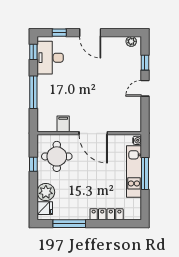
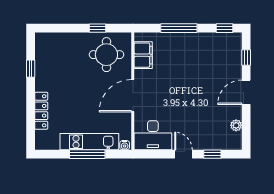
plant: (131, 41) -> (236, 125), moved
desk: (50, 58) -> (153, 135), moved, turned 180
filing cabinet: (63, 124) -> (143, 55), width x2.00
plant: (46, 192) -> (66, 42), removed
fridge: (45, 208) -> (48, 41), removed
window: (69, 224) -> (31, 69), width x0.46

